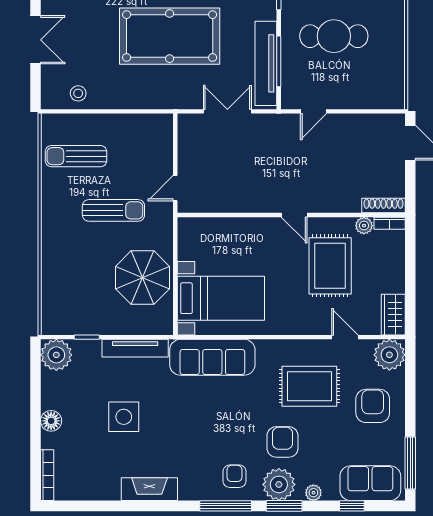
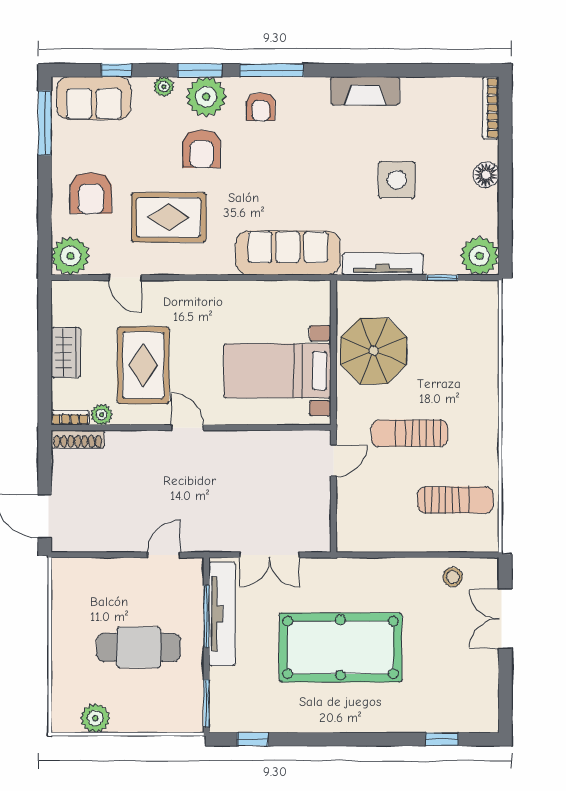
double door: (35, 40) -> (505, 619), moved
bed with nightstands: (221, 298) -> (277, 371), moved
wardrobe: (393, 315) -> (66, 352), moved

